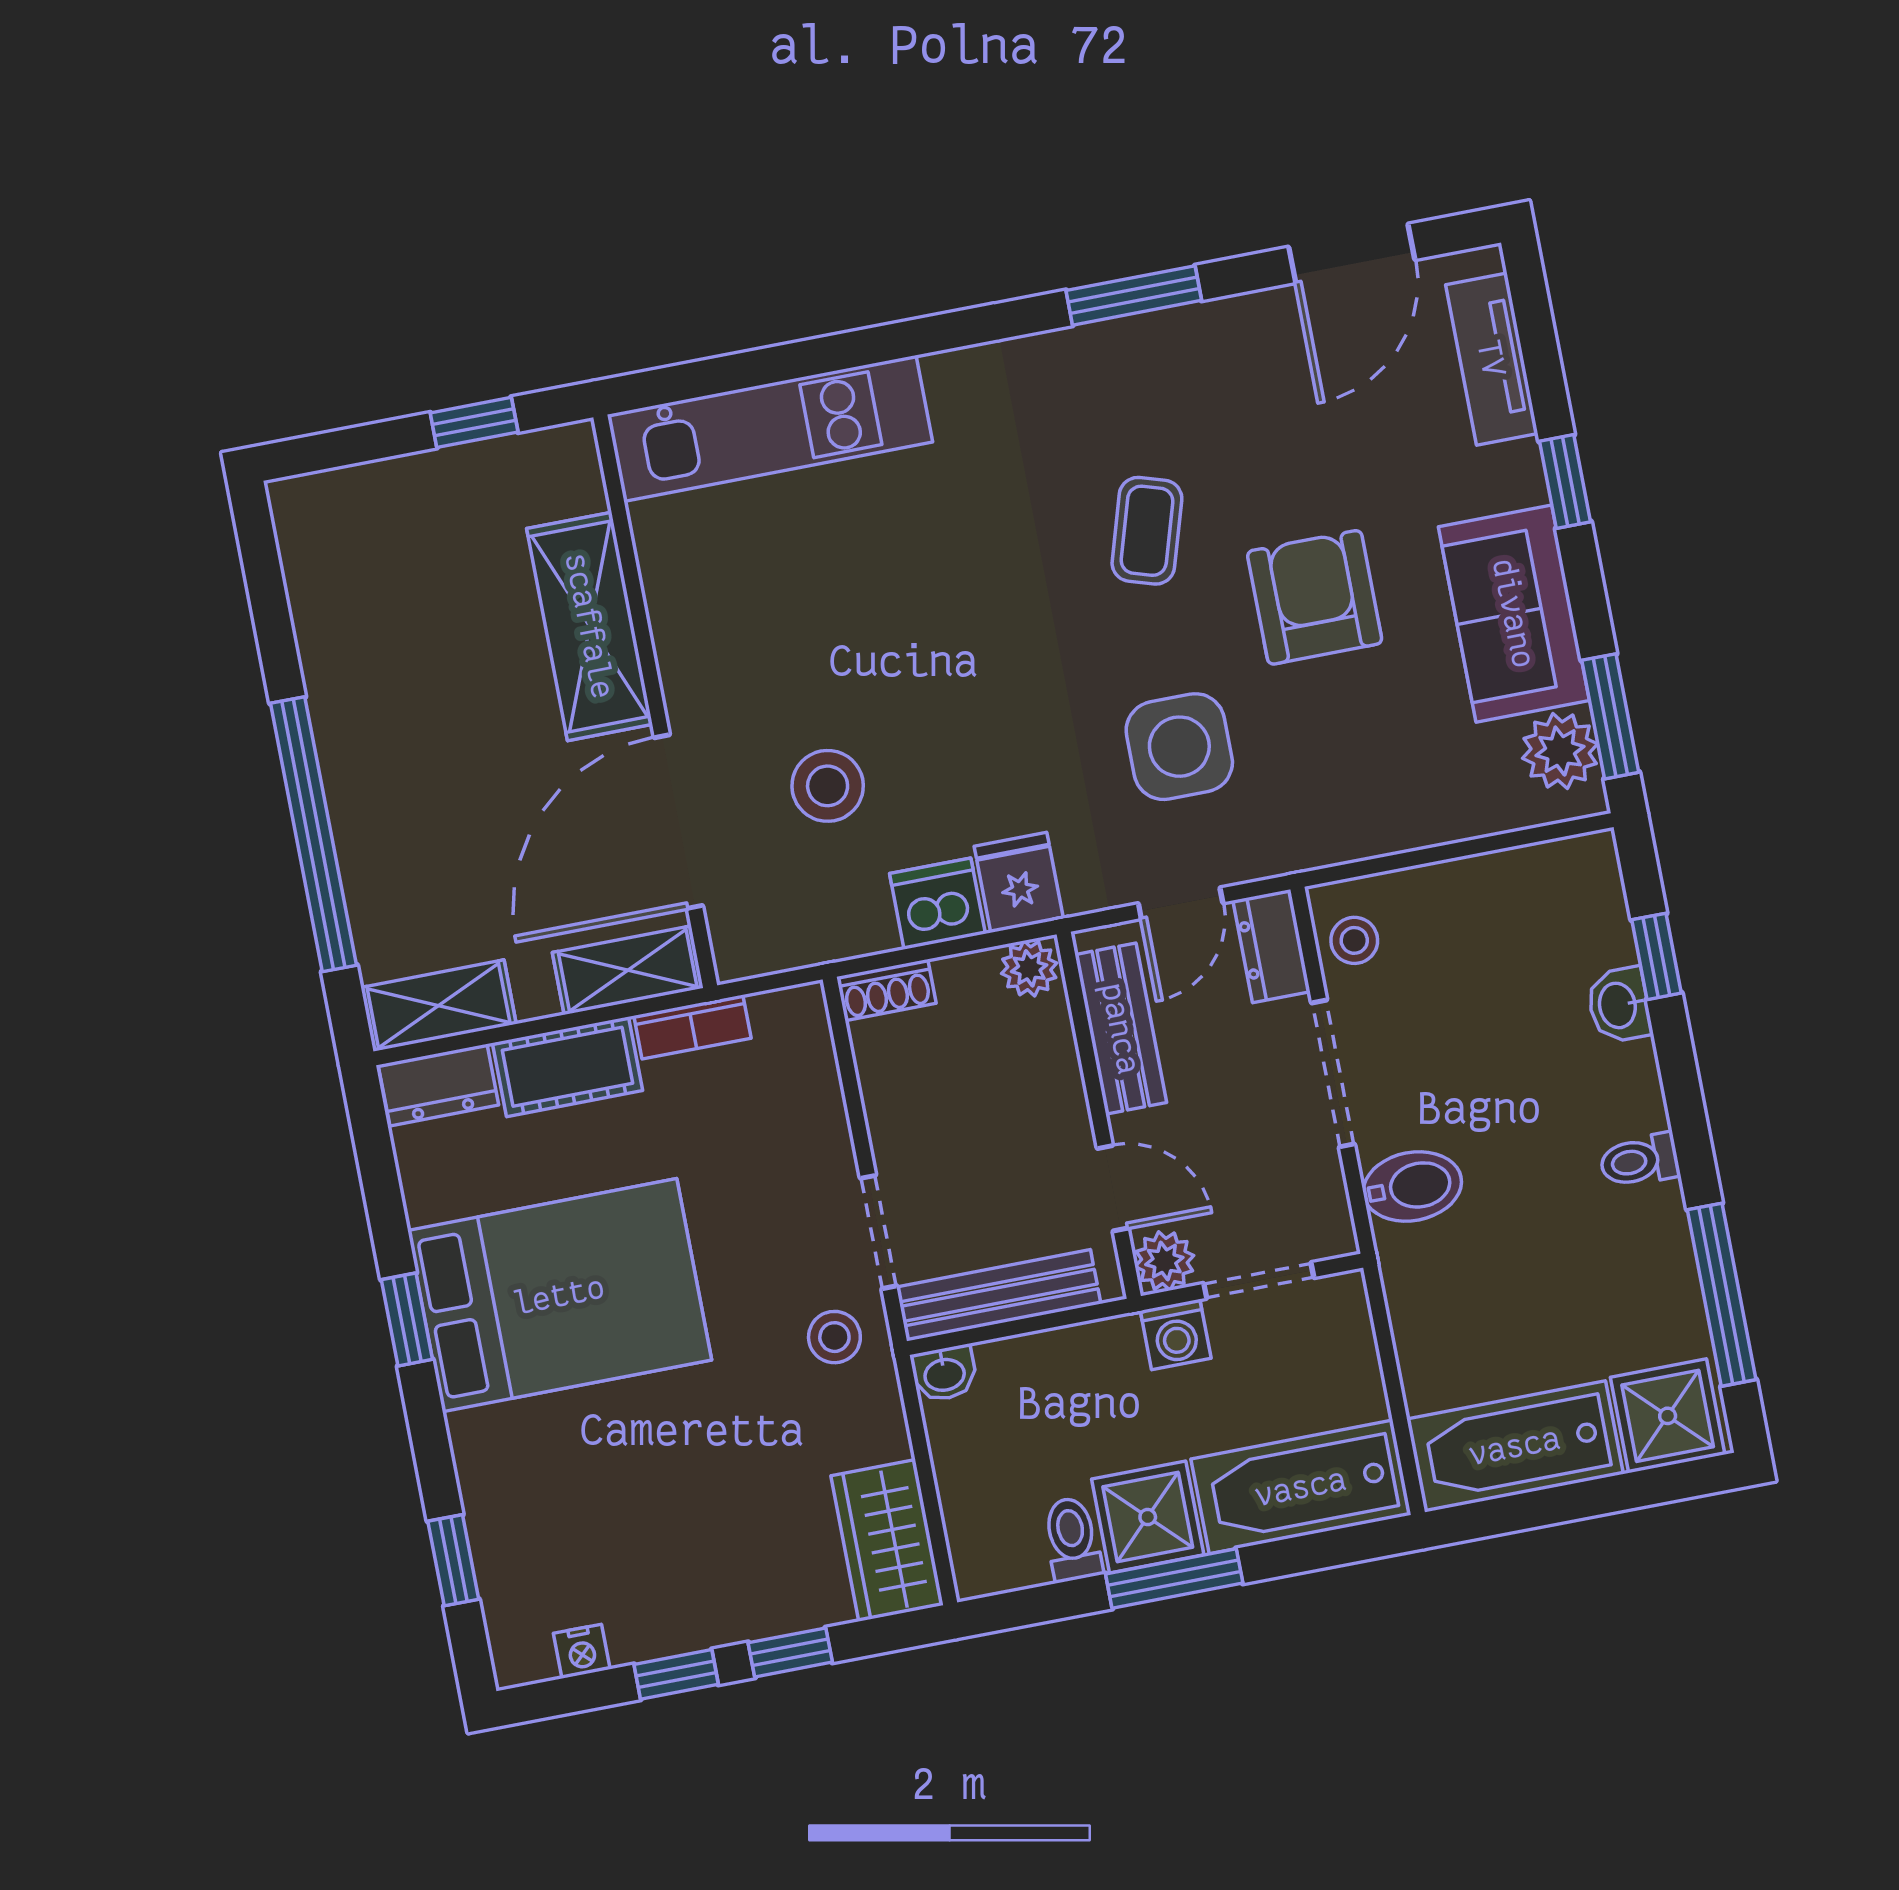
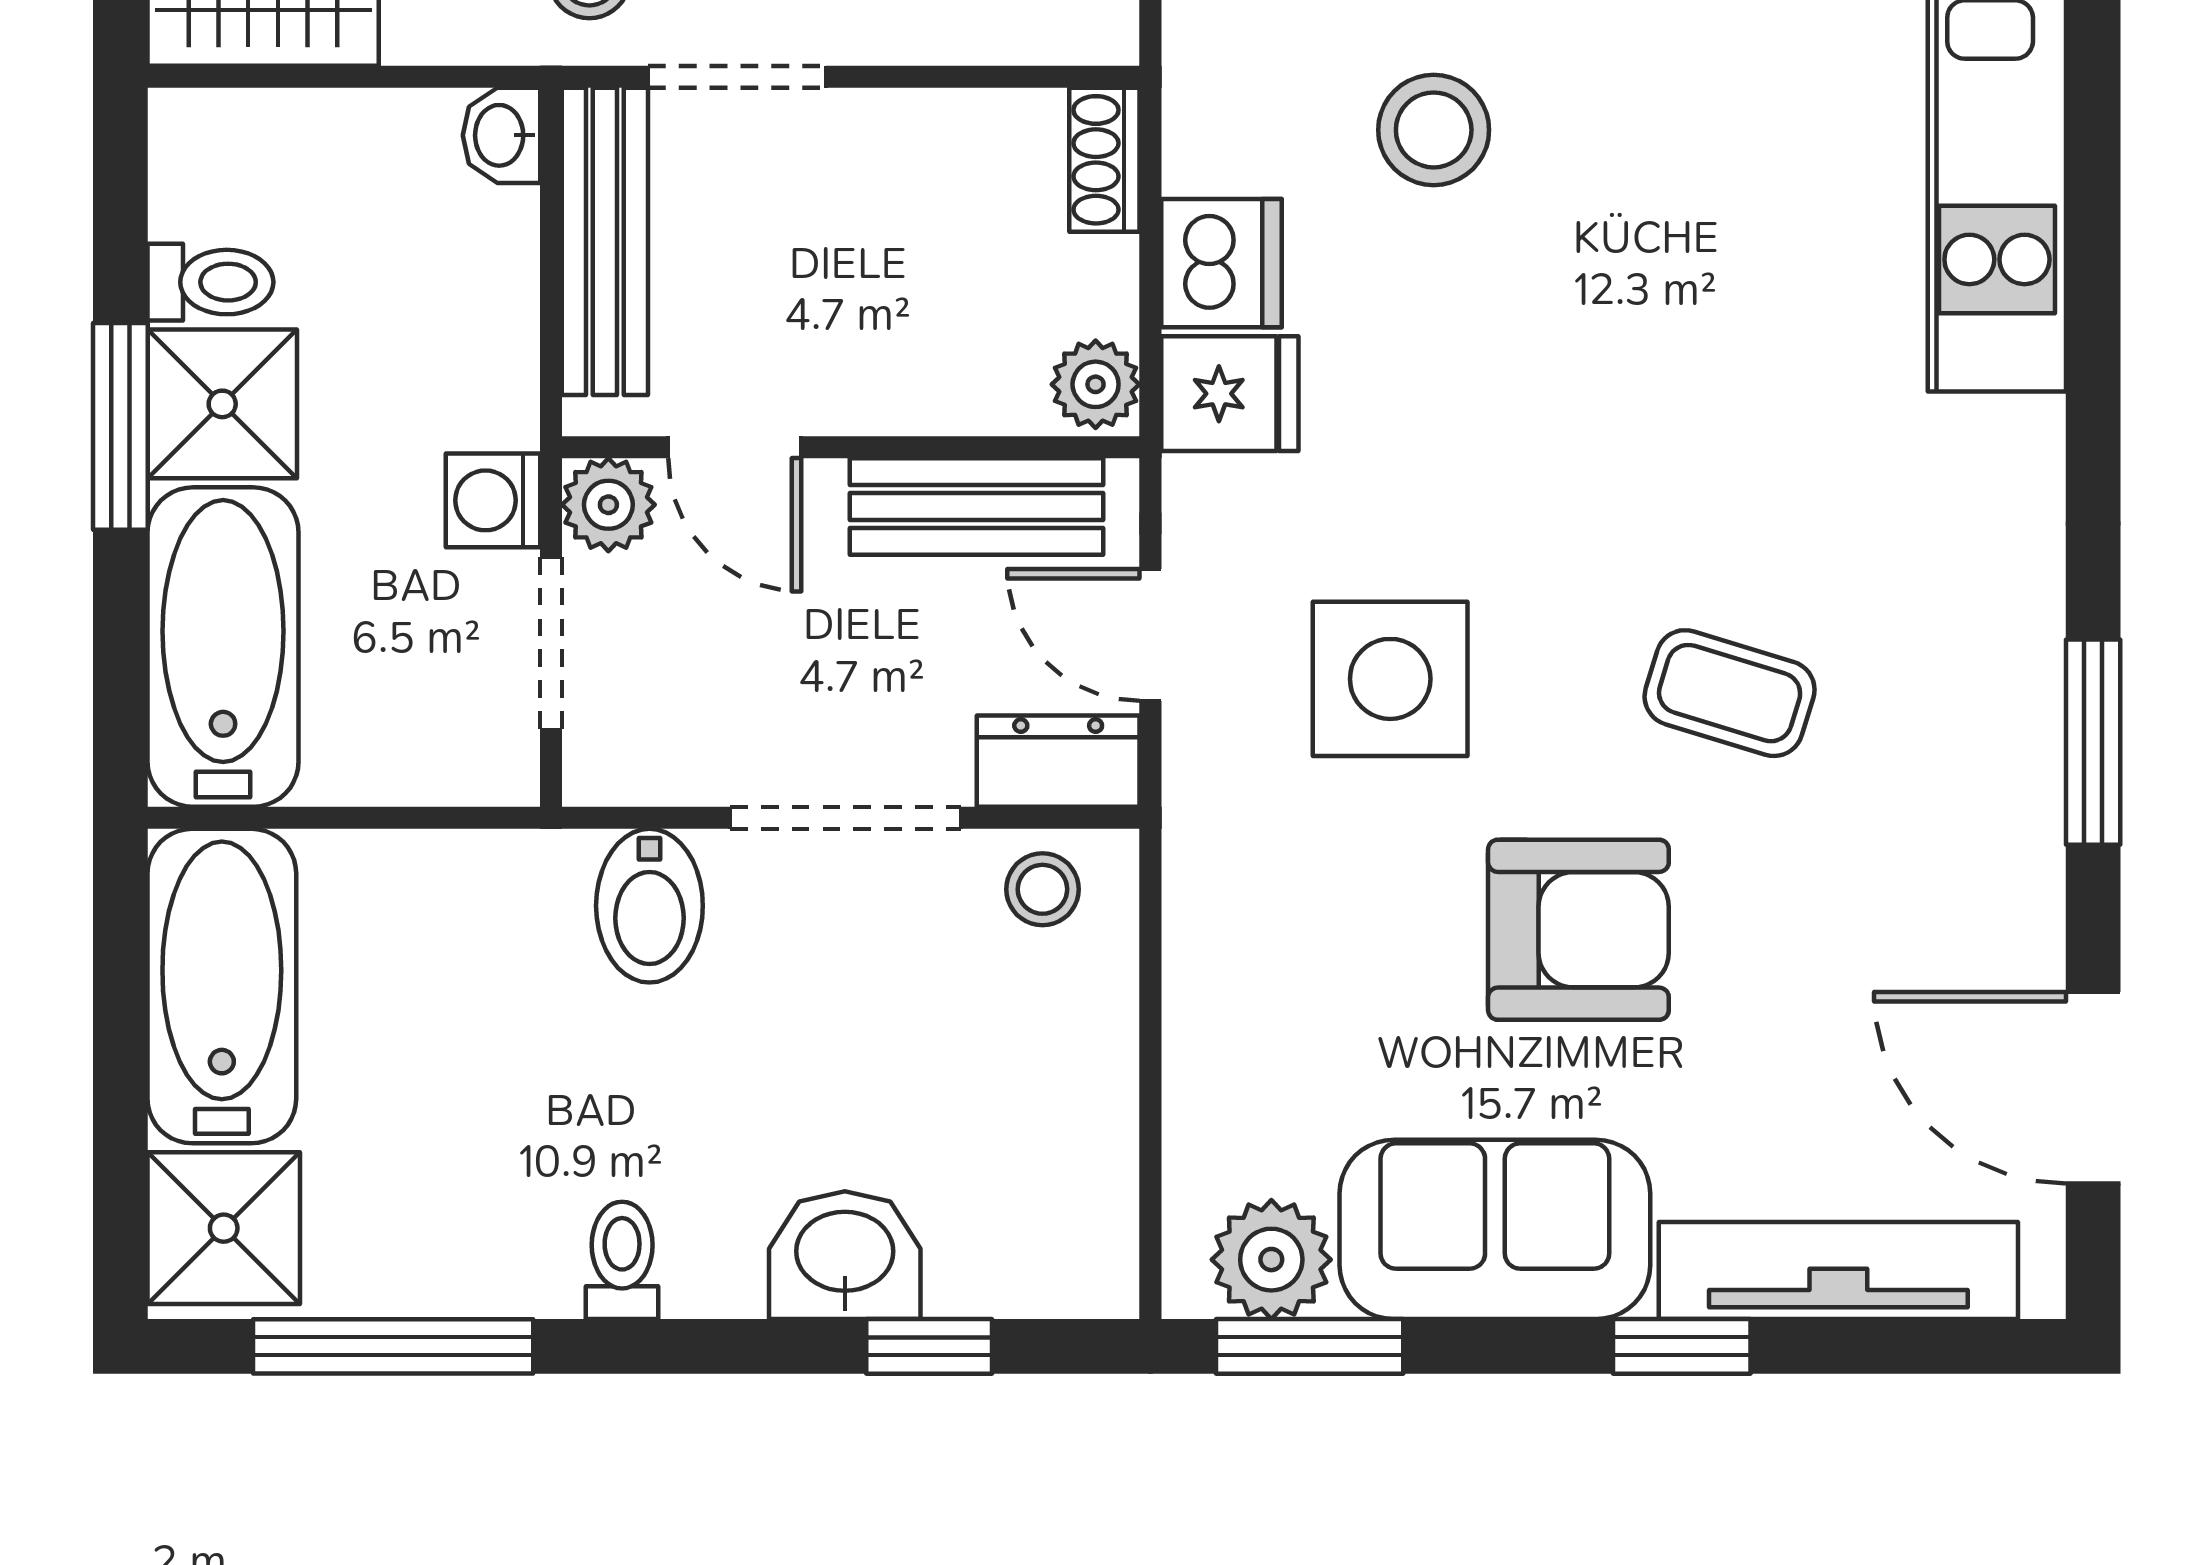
tv unit: (1492, 359) -> (1838, 1271), width x1.41
washbasin: (1619, 1005) -> (845, 1255), width x1.38, depth x1.45
door: (1113, 1188) -> (735, 447), hinge flipped

